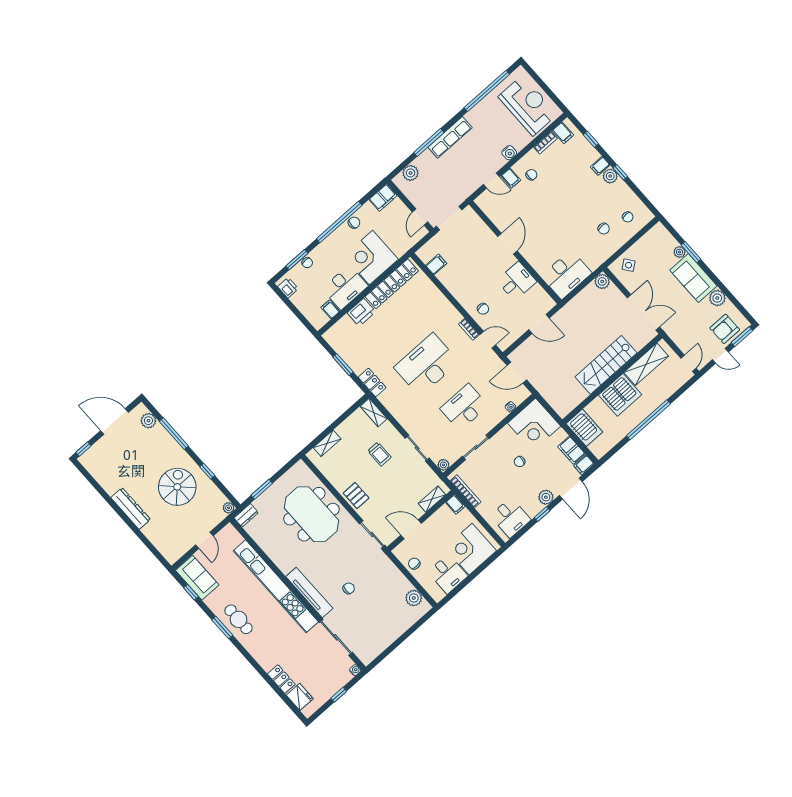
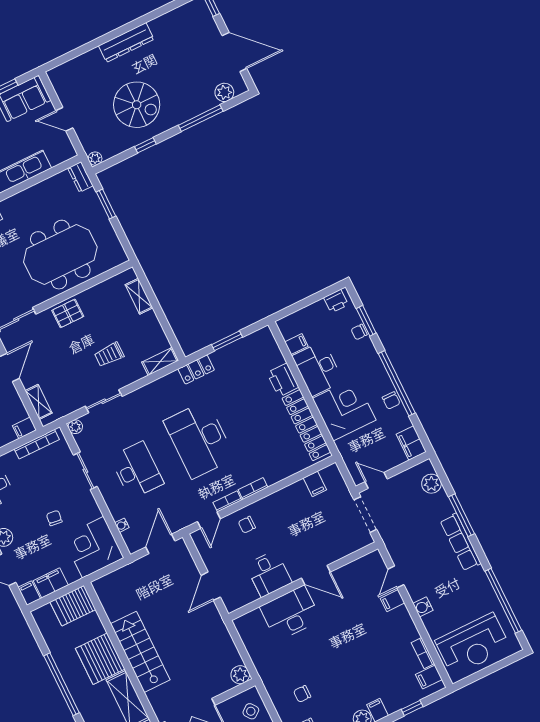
chair: (531, 175) -> (390, 626), removed
desk: (566, 274) -> (290, 613), moved, turned 90
bookcase: (453, 312) -> (253, 489), added
desk: (427, 365) -> (199, 440), turned 180
door: (115, 422) -> (234, 52), hinge flipped

